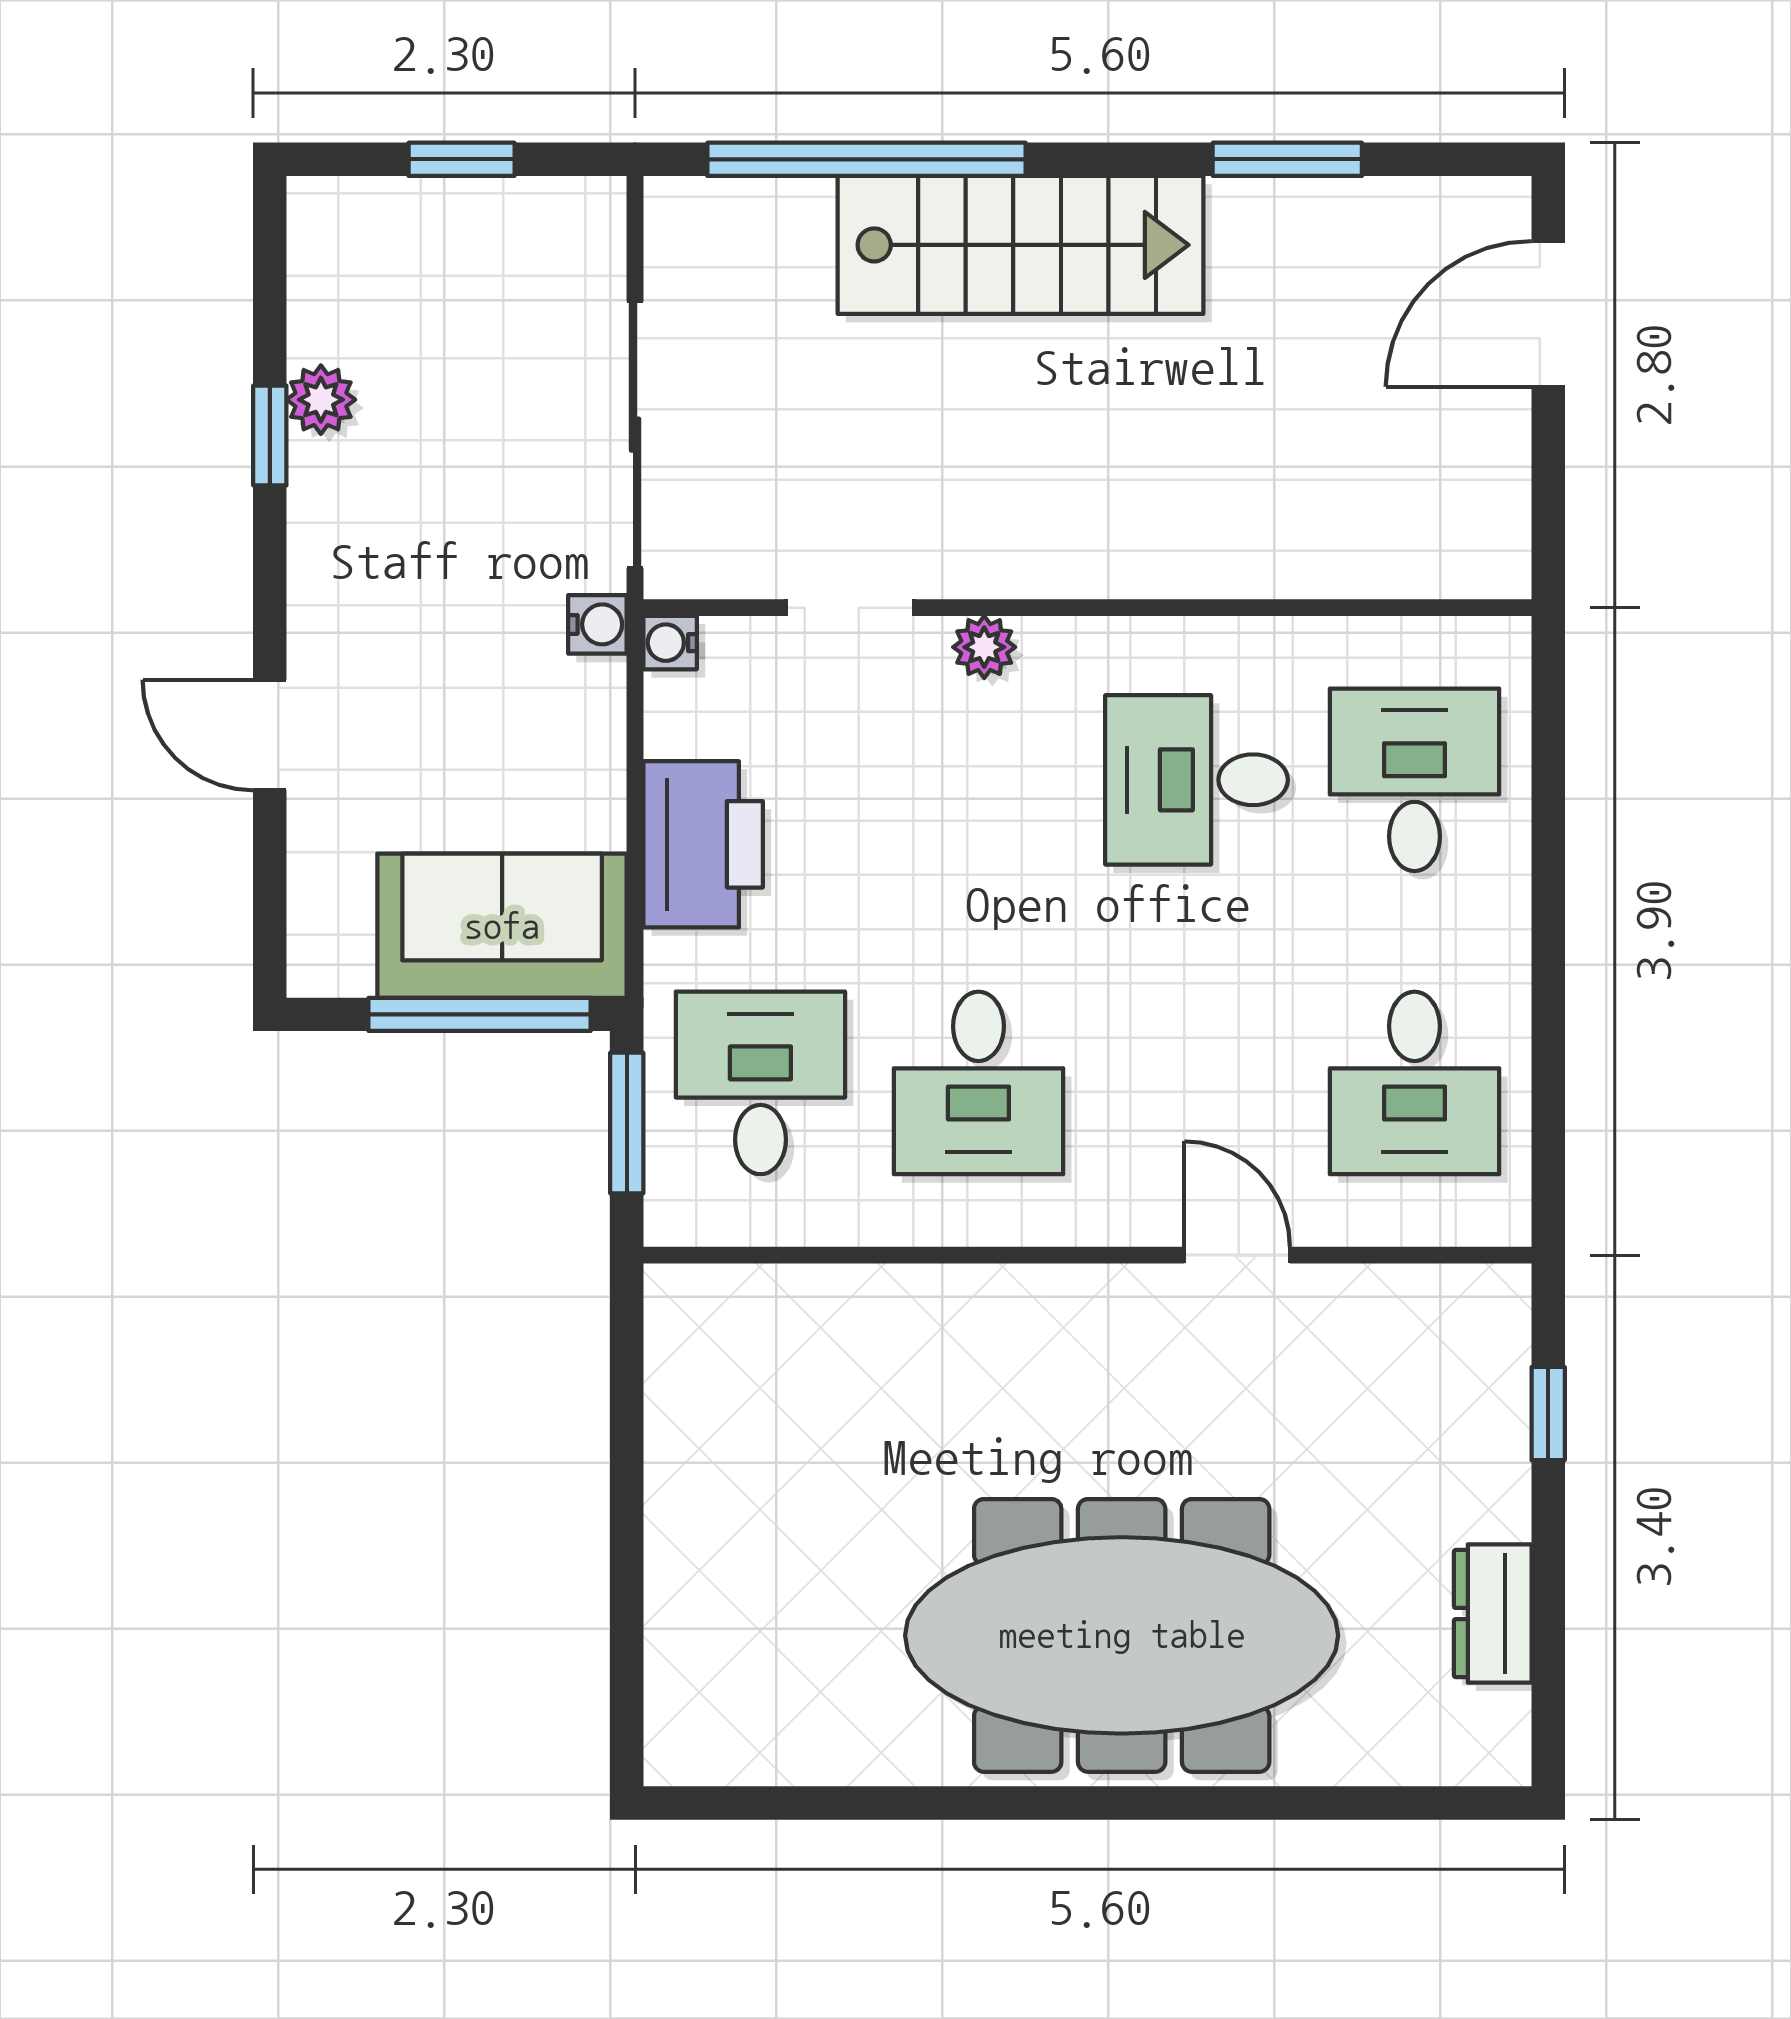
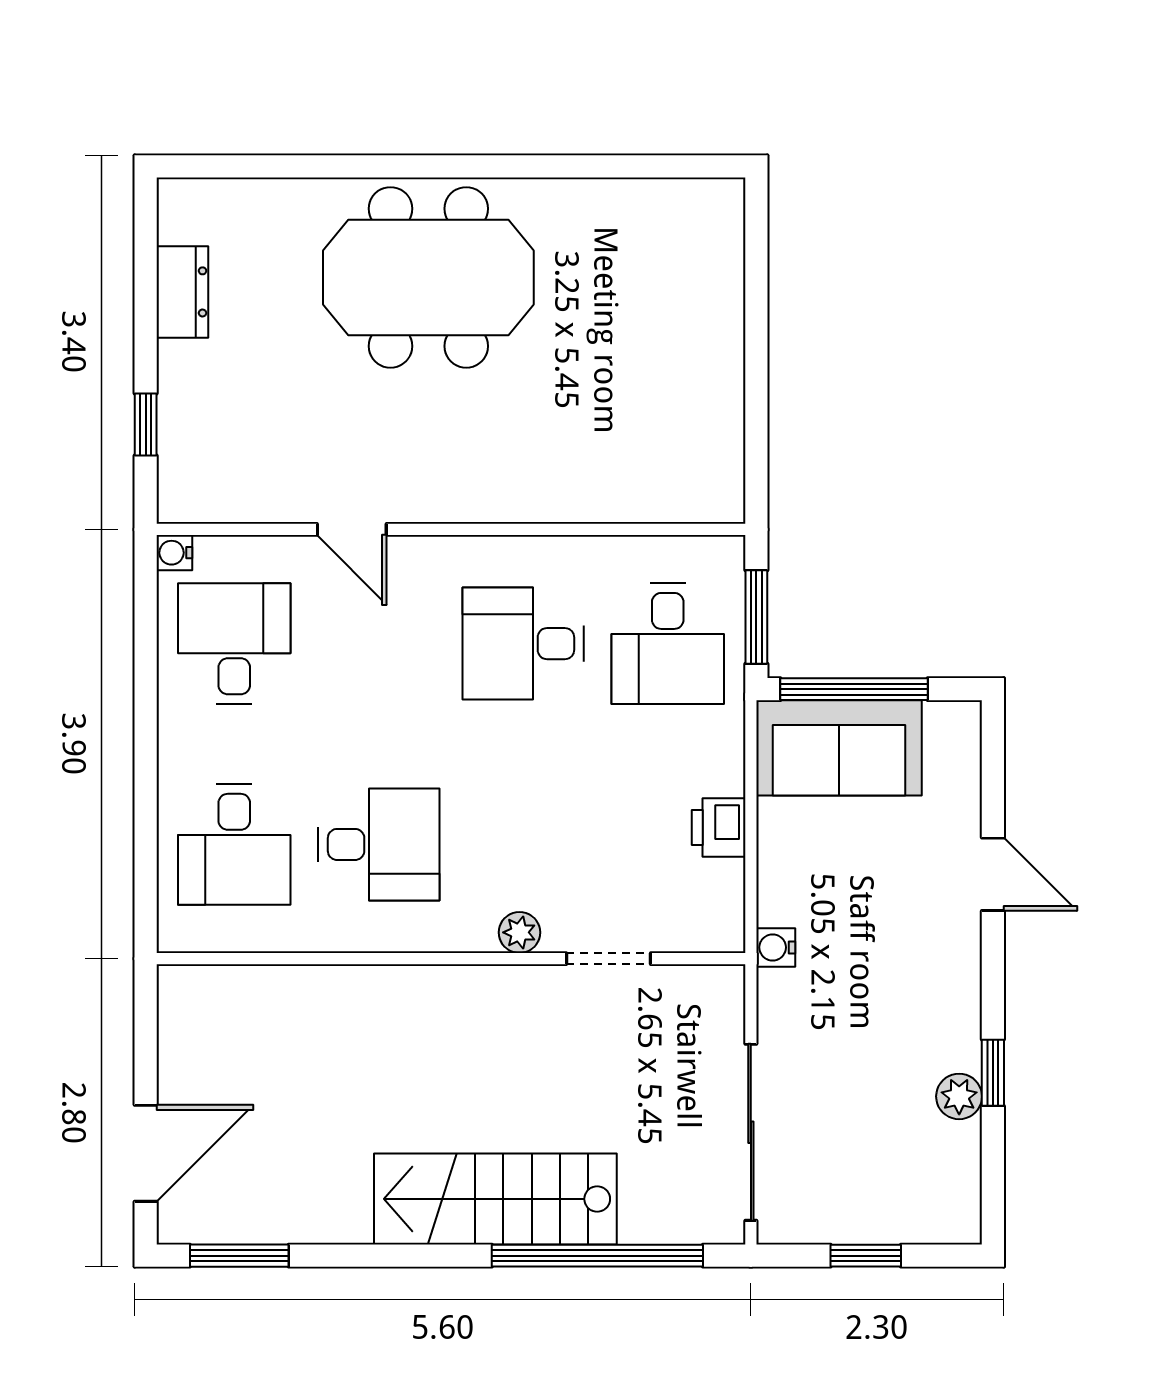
window: (1287, 159) -> (239, 1256), moved
sliding door: (635, 435) -> (751, 1132), moved
water cooler: (670, 643) -> (174, 553), moved, turned 180
printer: (703, 844) -> (719, 827), width x0.53, depth x0.68
desk: (978, 1083) -> (523, 644), turned -90
meeting table: (1122, 1635) -> (428, 277), width x0.73

